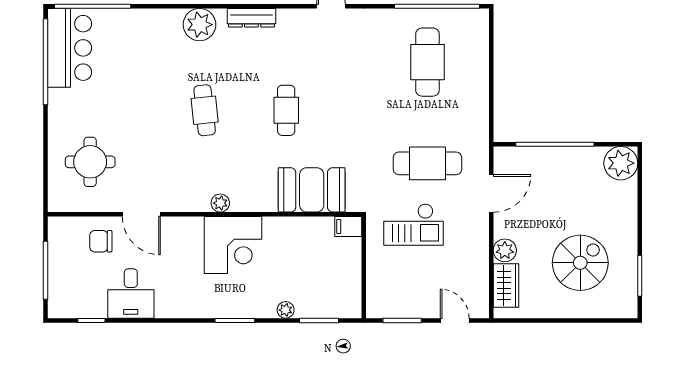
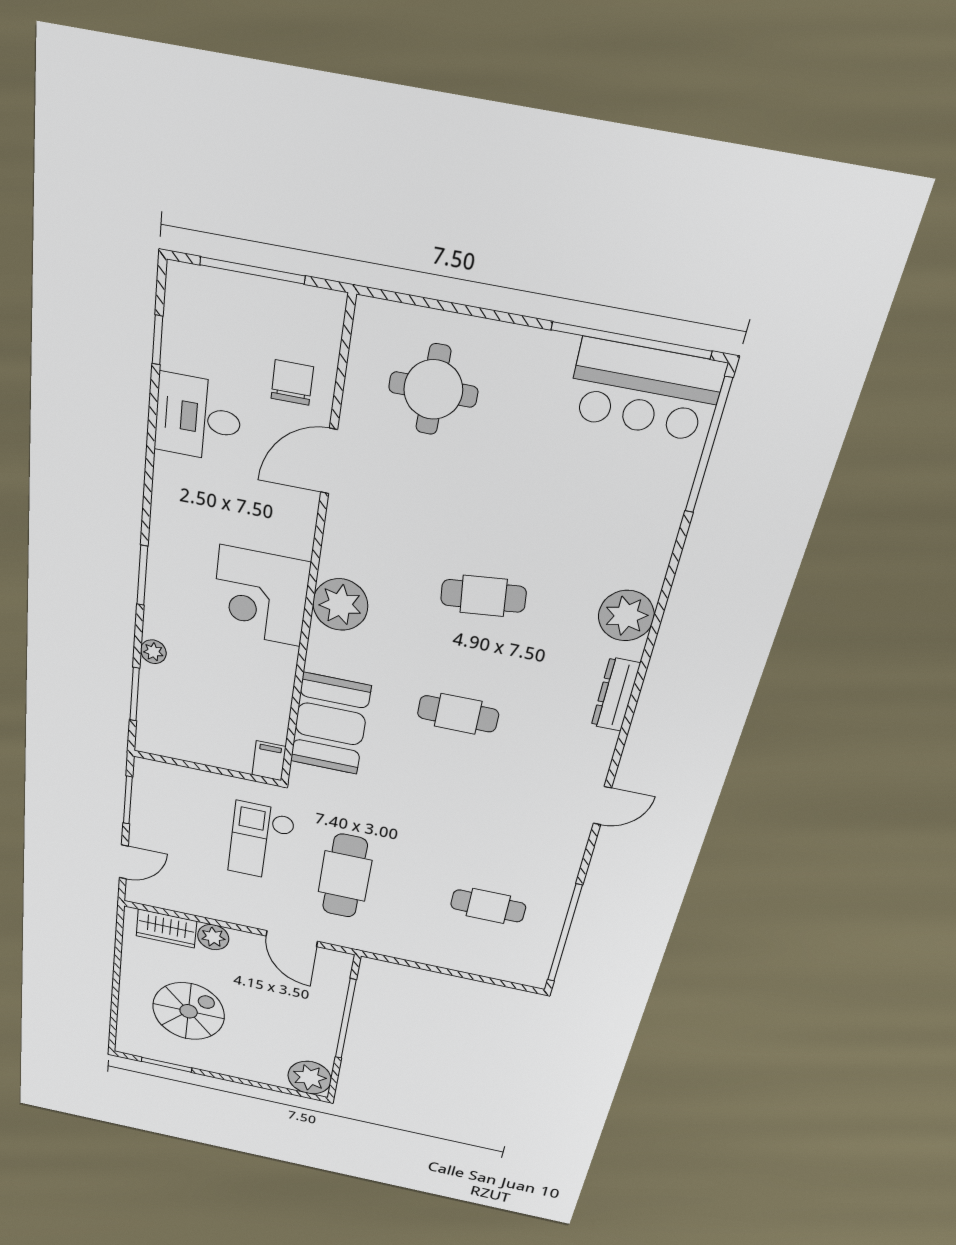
cafe table: (427, 62) -> (488, 906), width x0.73, depth x0.74
plant: (220, 203) -> (340, 605), width x1.88, depth x1.88
spiral stairs: (580, 263) -> (189, 1011), turned -90

